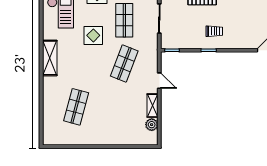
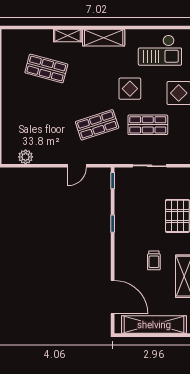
trolley: (214, 31) -> (154, 260), moved
shop shelf: (124, 63) -> (97, 125), turned -39
shelving: (152, 106) -> (68, 36), moved

